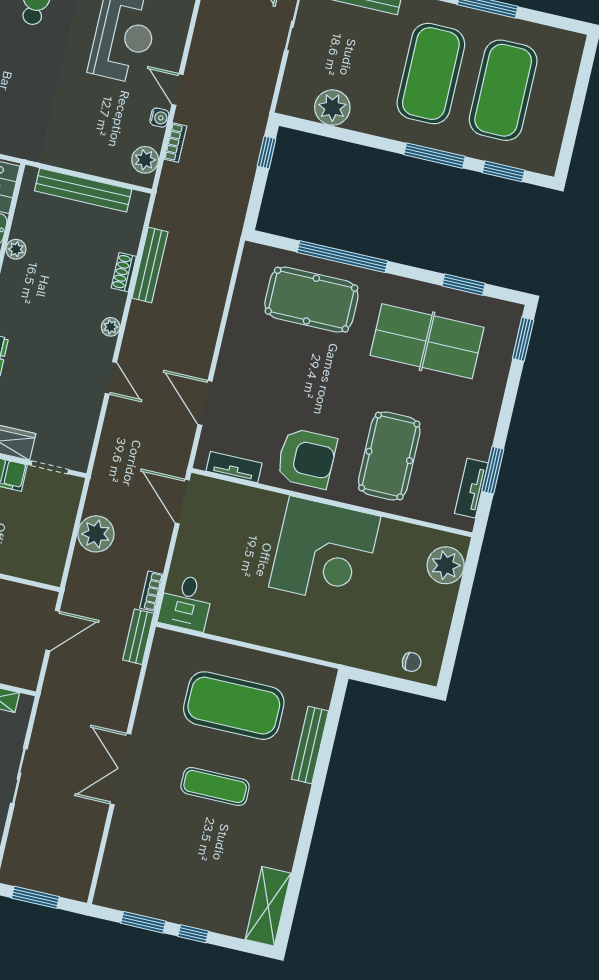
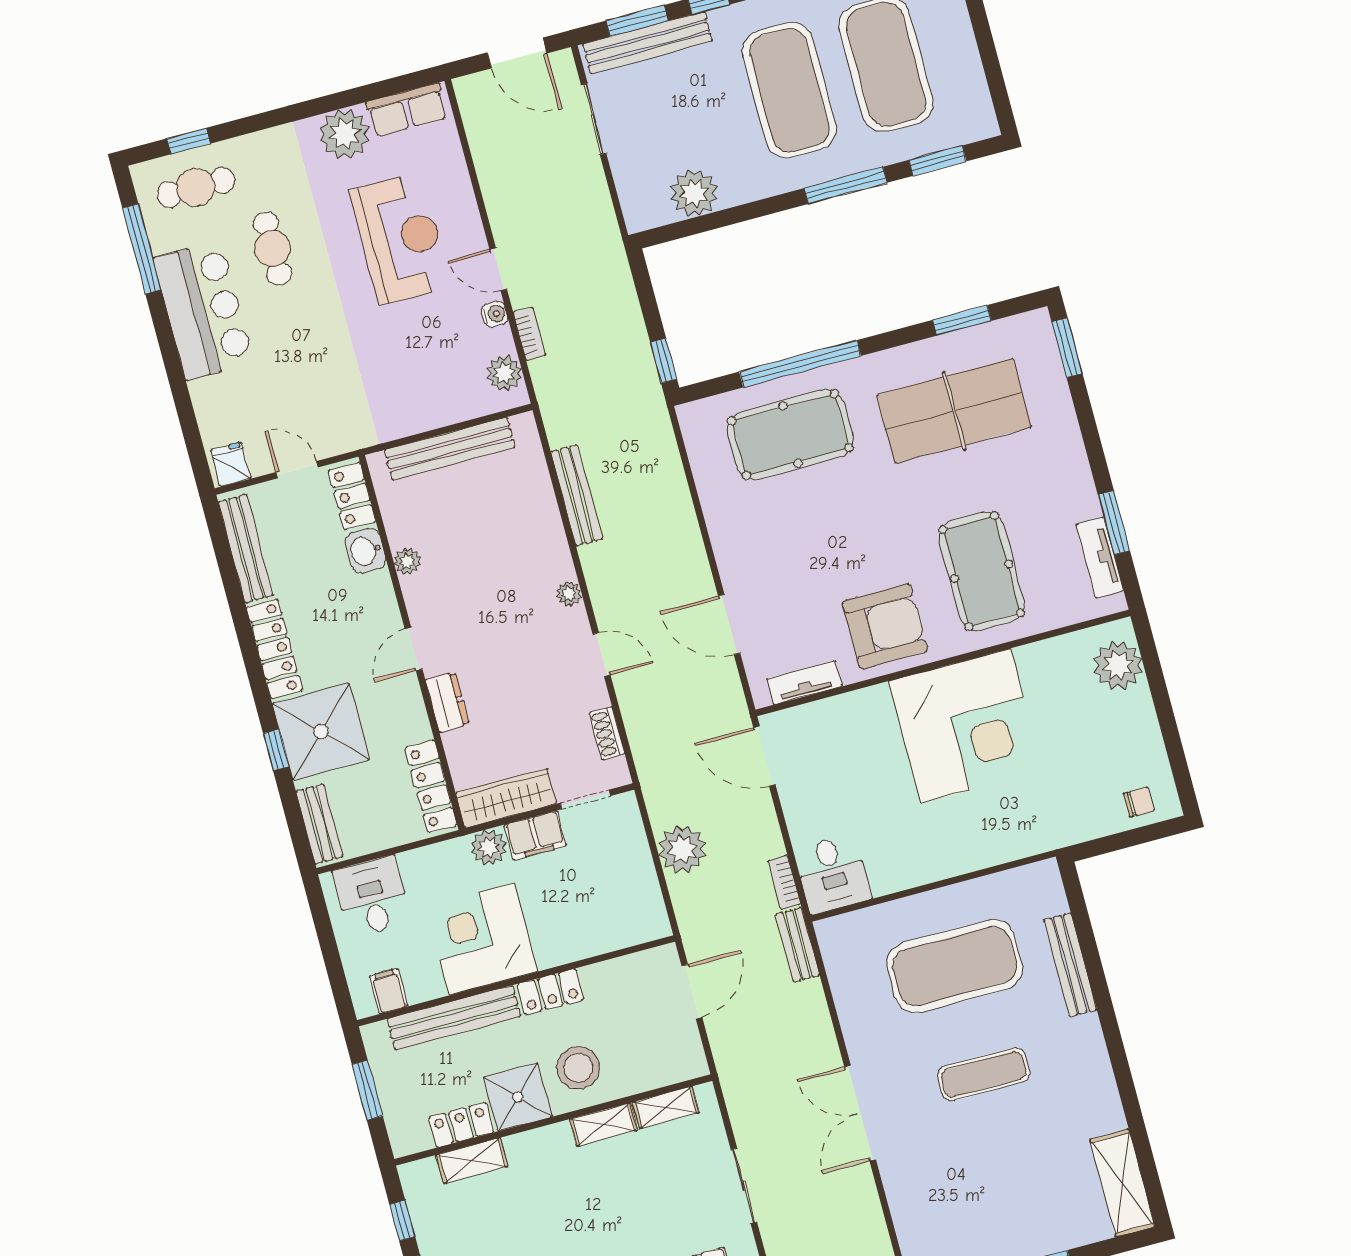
window: (267, 152) -> (664, 361), moved
shoe rack: (124, 272) -> (607, 733), moved

